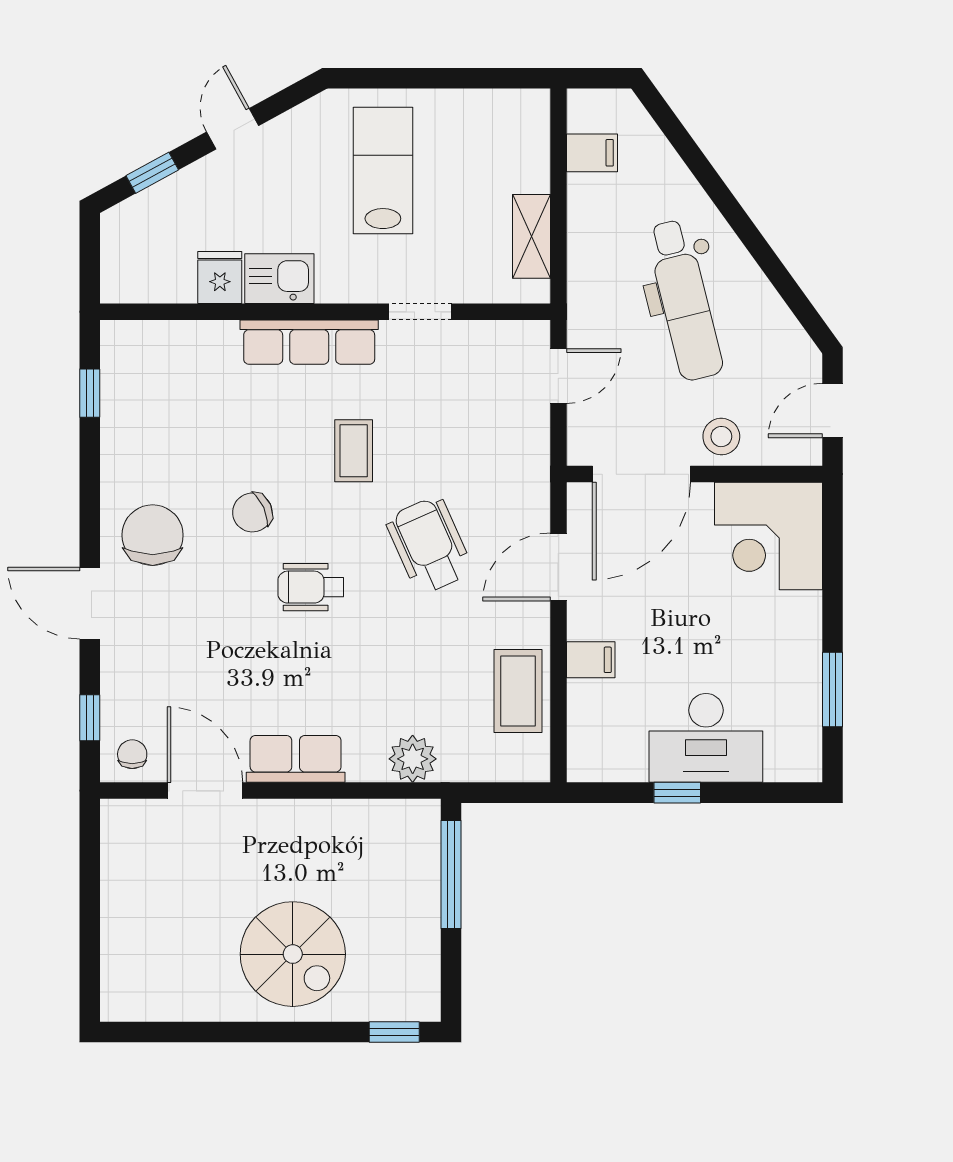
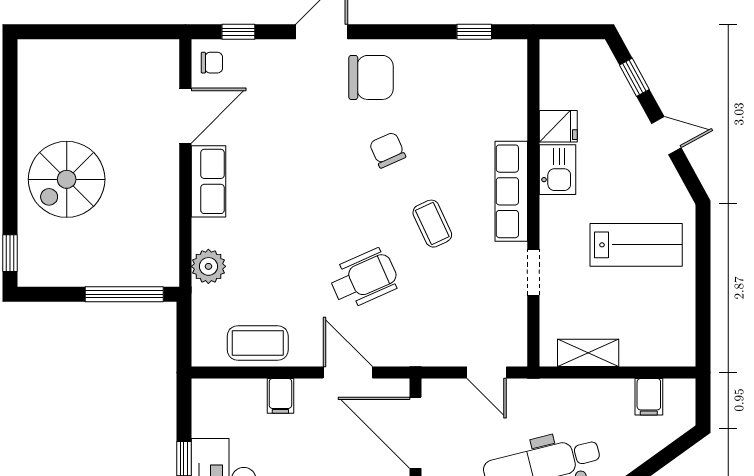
coffee table: (354, 451) -> (432, 224), turned 65
wheelchair: (311, 587) -> (333, 192), removed

